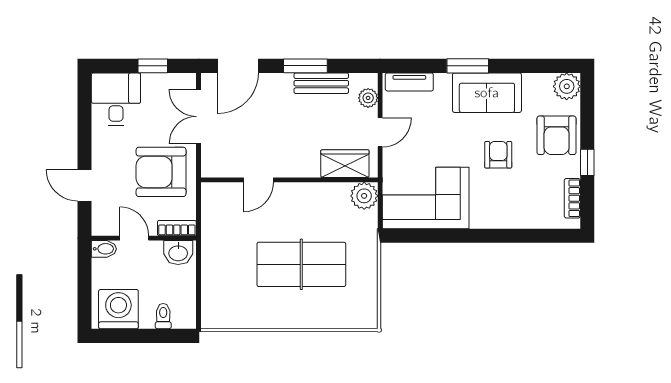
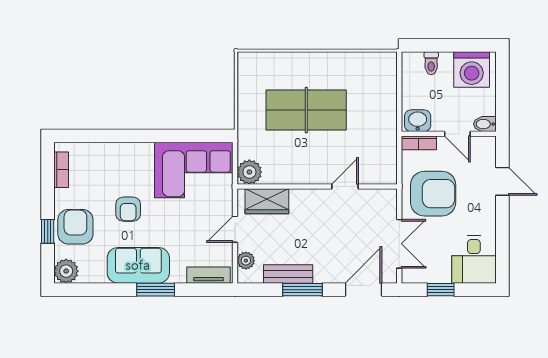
window: (587, 162) -> (48, 231), moved

